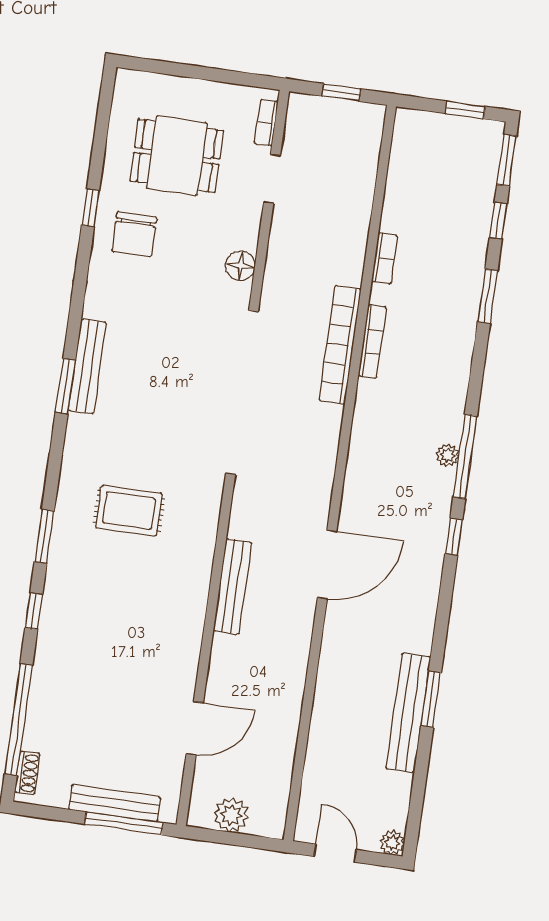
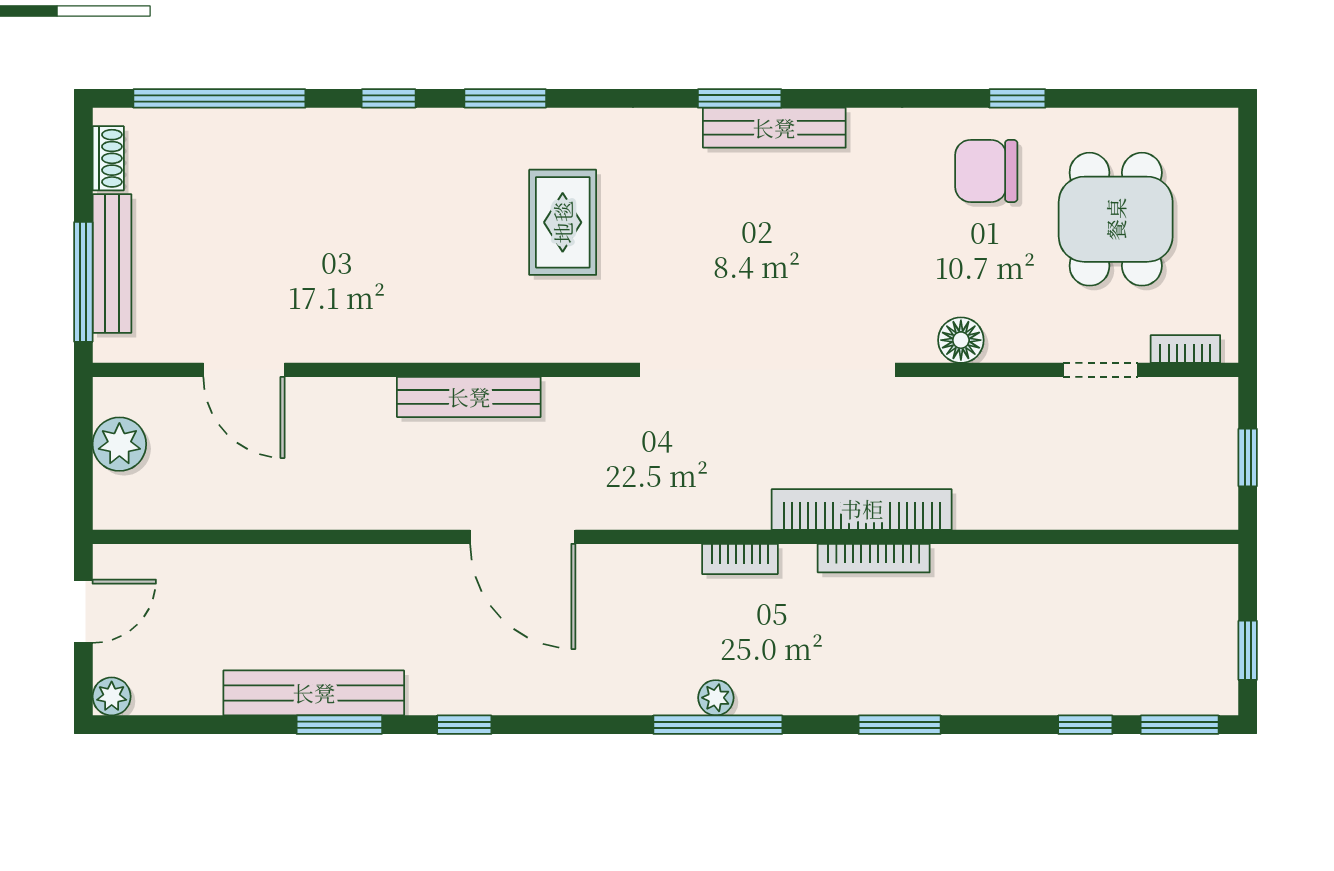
bookcase: (385, 258) -> (740, 559), moved
window: (488, 296) -> (900, 725), moved
window: (454, 537) -> (464, 725), moved
shoe rack: (27, 773) -> (108, 158), moved, turned -90

